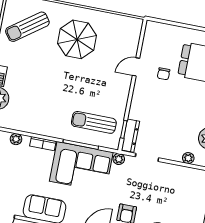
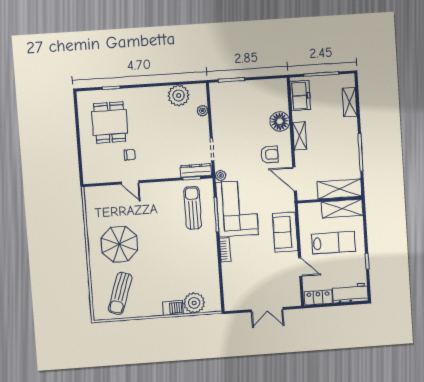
sun lounger: (27, 27) -> (120, 293), turned 55
sun lounger: (94, 122) -> (193, 208), turned 180
plant: (16, 139) -> (227, 276), removed

